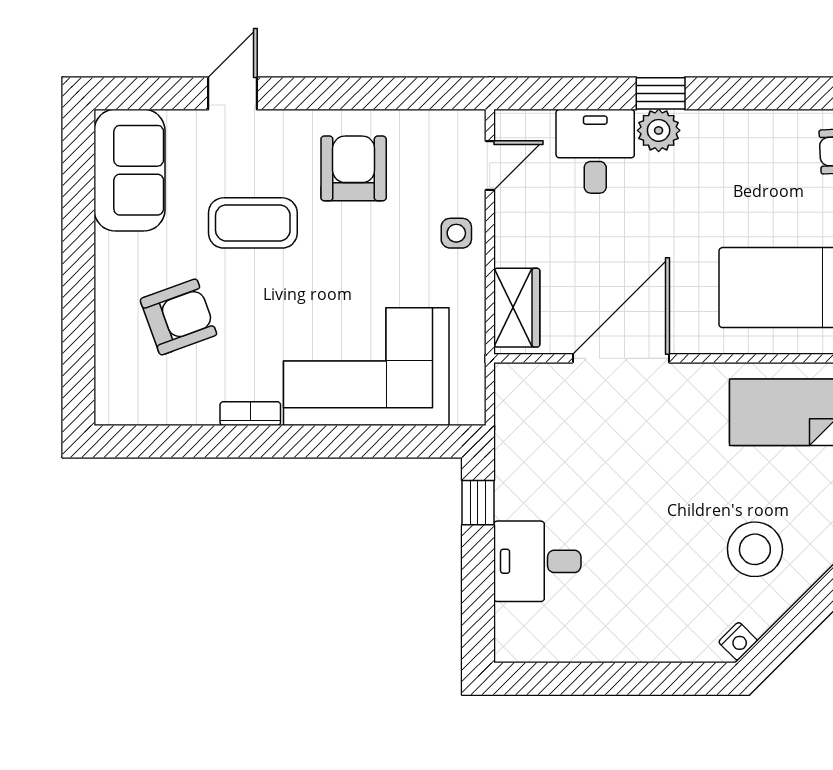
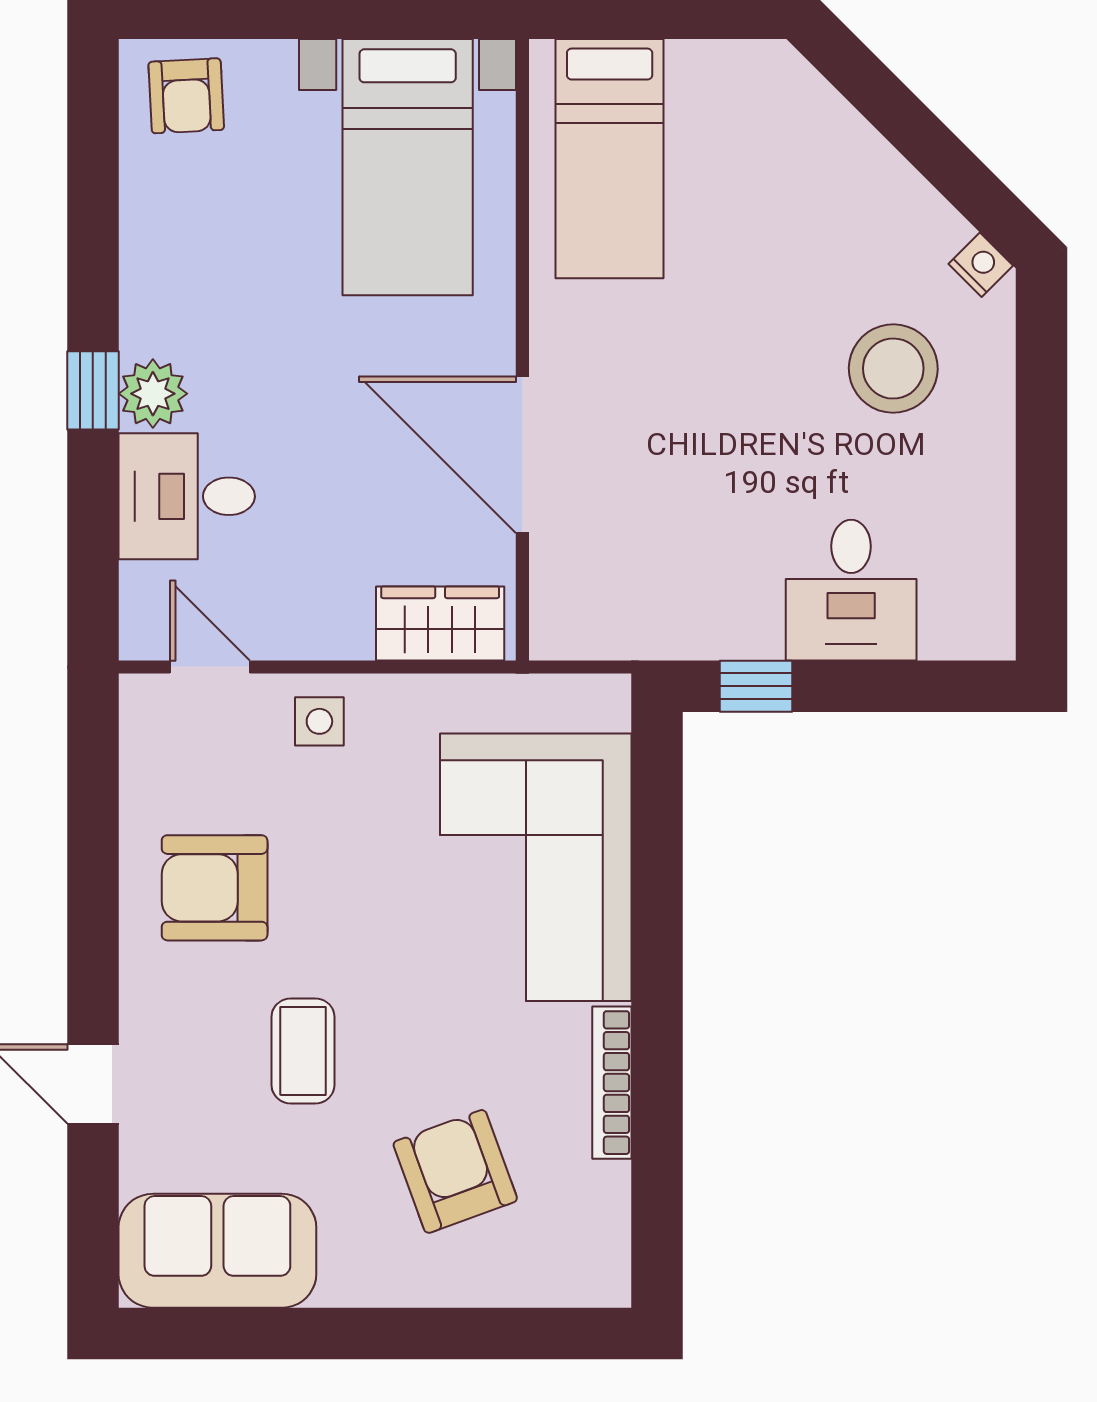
coffee table: (253, 223) -> (303, 1051), width x0.73, depth x0.77
bookcase: (250, 414) -> (612, 1083), width x1.56
stool: (755, 549) -> (893, 369), moved

